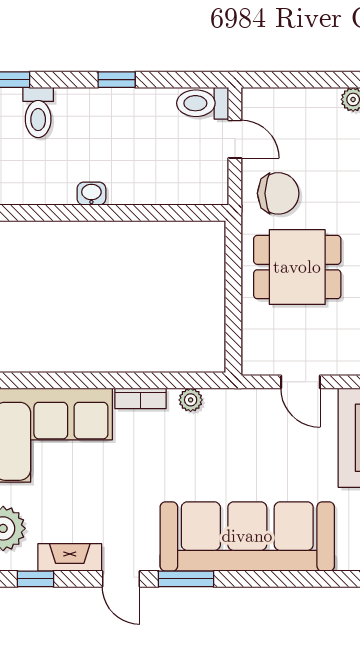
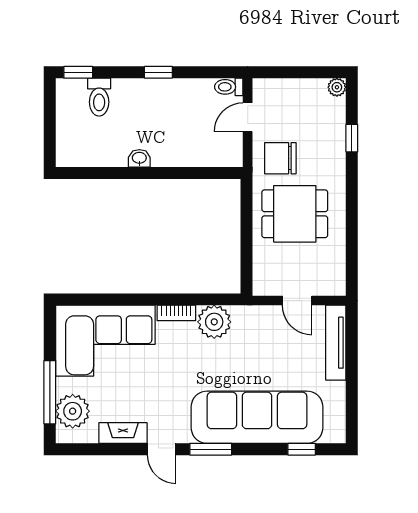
toilet: (203, 103) -> (229, 87), width x0.73, depth x0.72
door: (235, 139) -> (248, 117), swing flipped
chair: (278, 193) -> (280, 158), turned 180
plant: (191, 400) -> (214, 322), width x1.88, depth x1.88
window: (36, 579) -> (302, 449), moved

